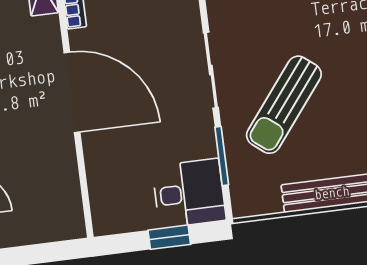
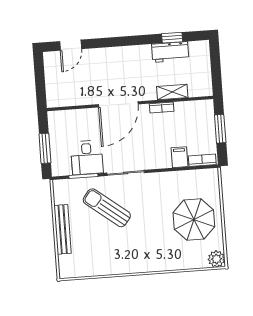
desk: (189, 193) -> (87, 158), moved
window: (169, 237) -> (45, 148), width x1.50

